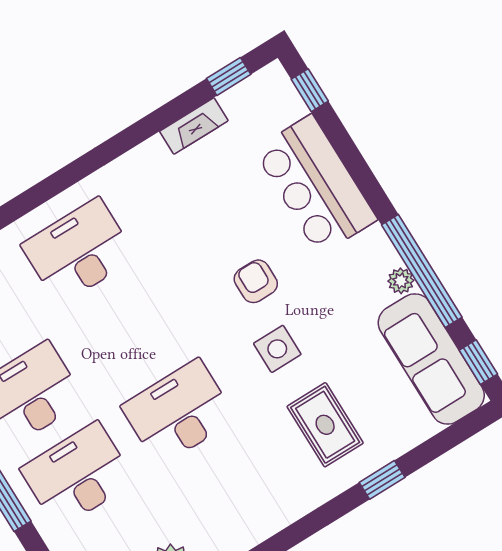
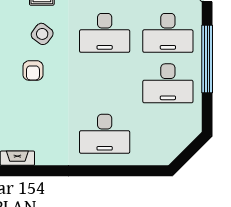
side table: (277, 349) -> (42, 34), turned 37

